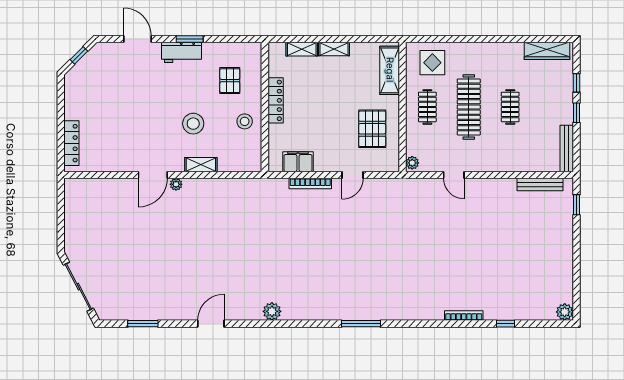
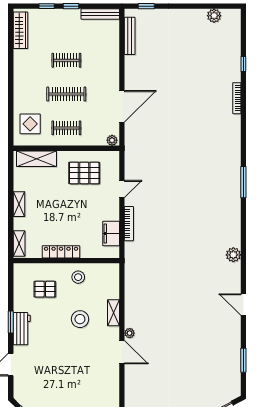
shelving: (302, 49) -> (19, 244), moved
clothes rail: (469, 107) -> (66, 94), width x0.73, depth x0.76
door: (353, 175) -> (122, 189), hinge flipped
door: (454, 175) -> (122, 106), width x1.88
plant: (565, 312) -> (214, 16), moved

